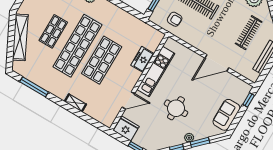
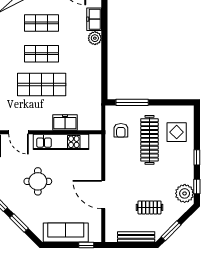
clothes rail: (249, 33) -> (149, 207), width x0.73
shop shelf: (77, 46) -> (42, 54), width x0.50, depth x0.74
sofa: (226, 115) -> (66, 232), width x1.36
plant: (189, 138) -> (17, 210), removed

